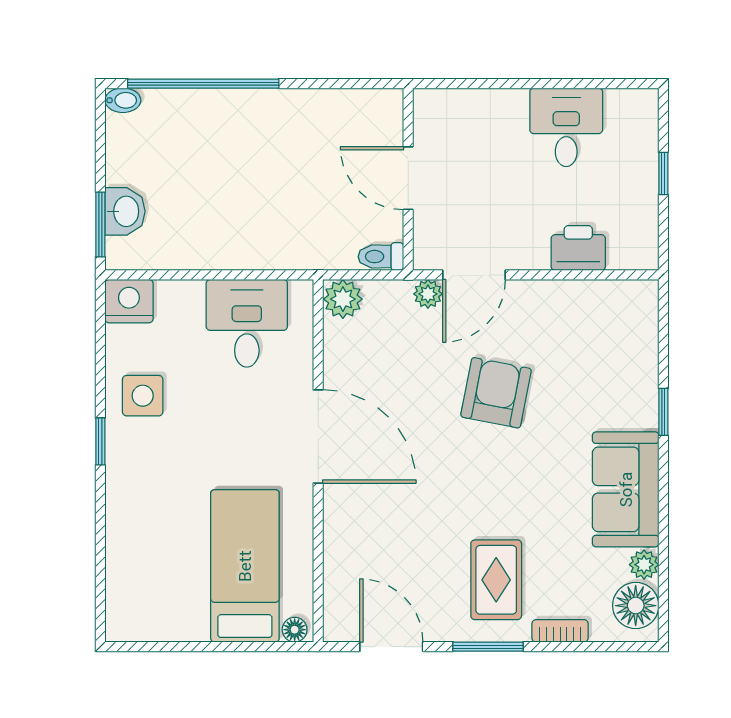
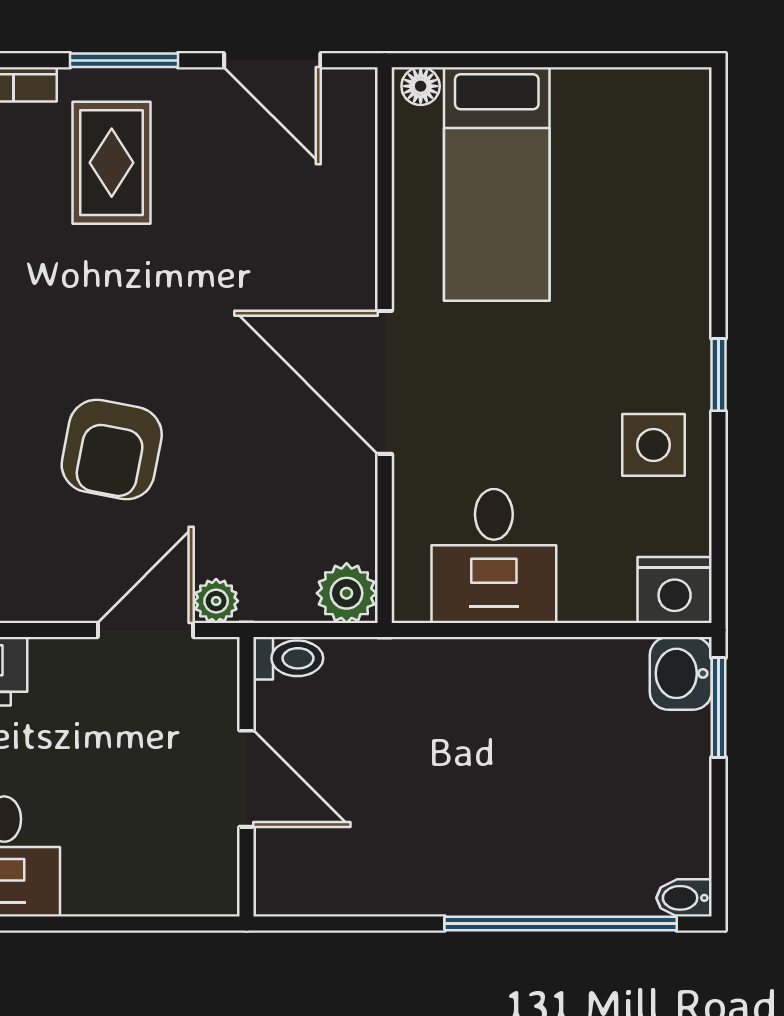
washbasin: (125, 211) -> (681, 673), moved

